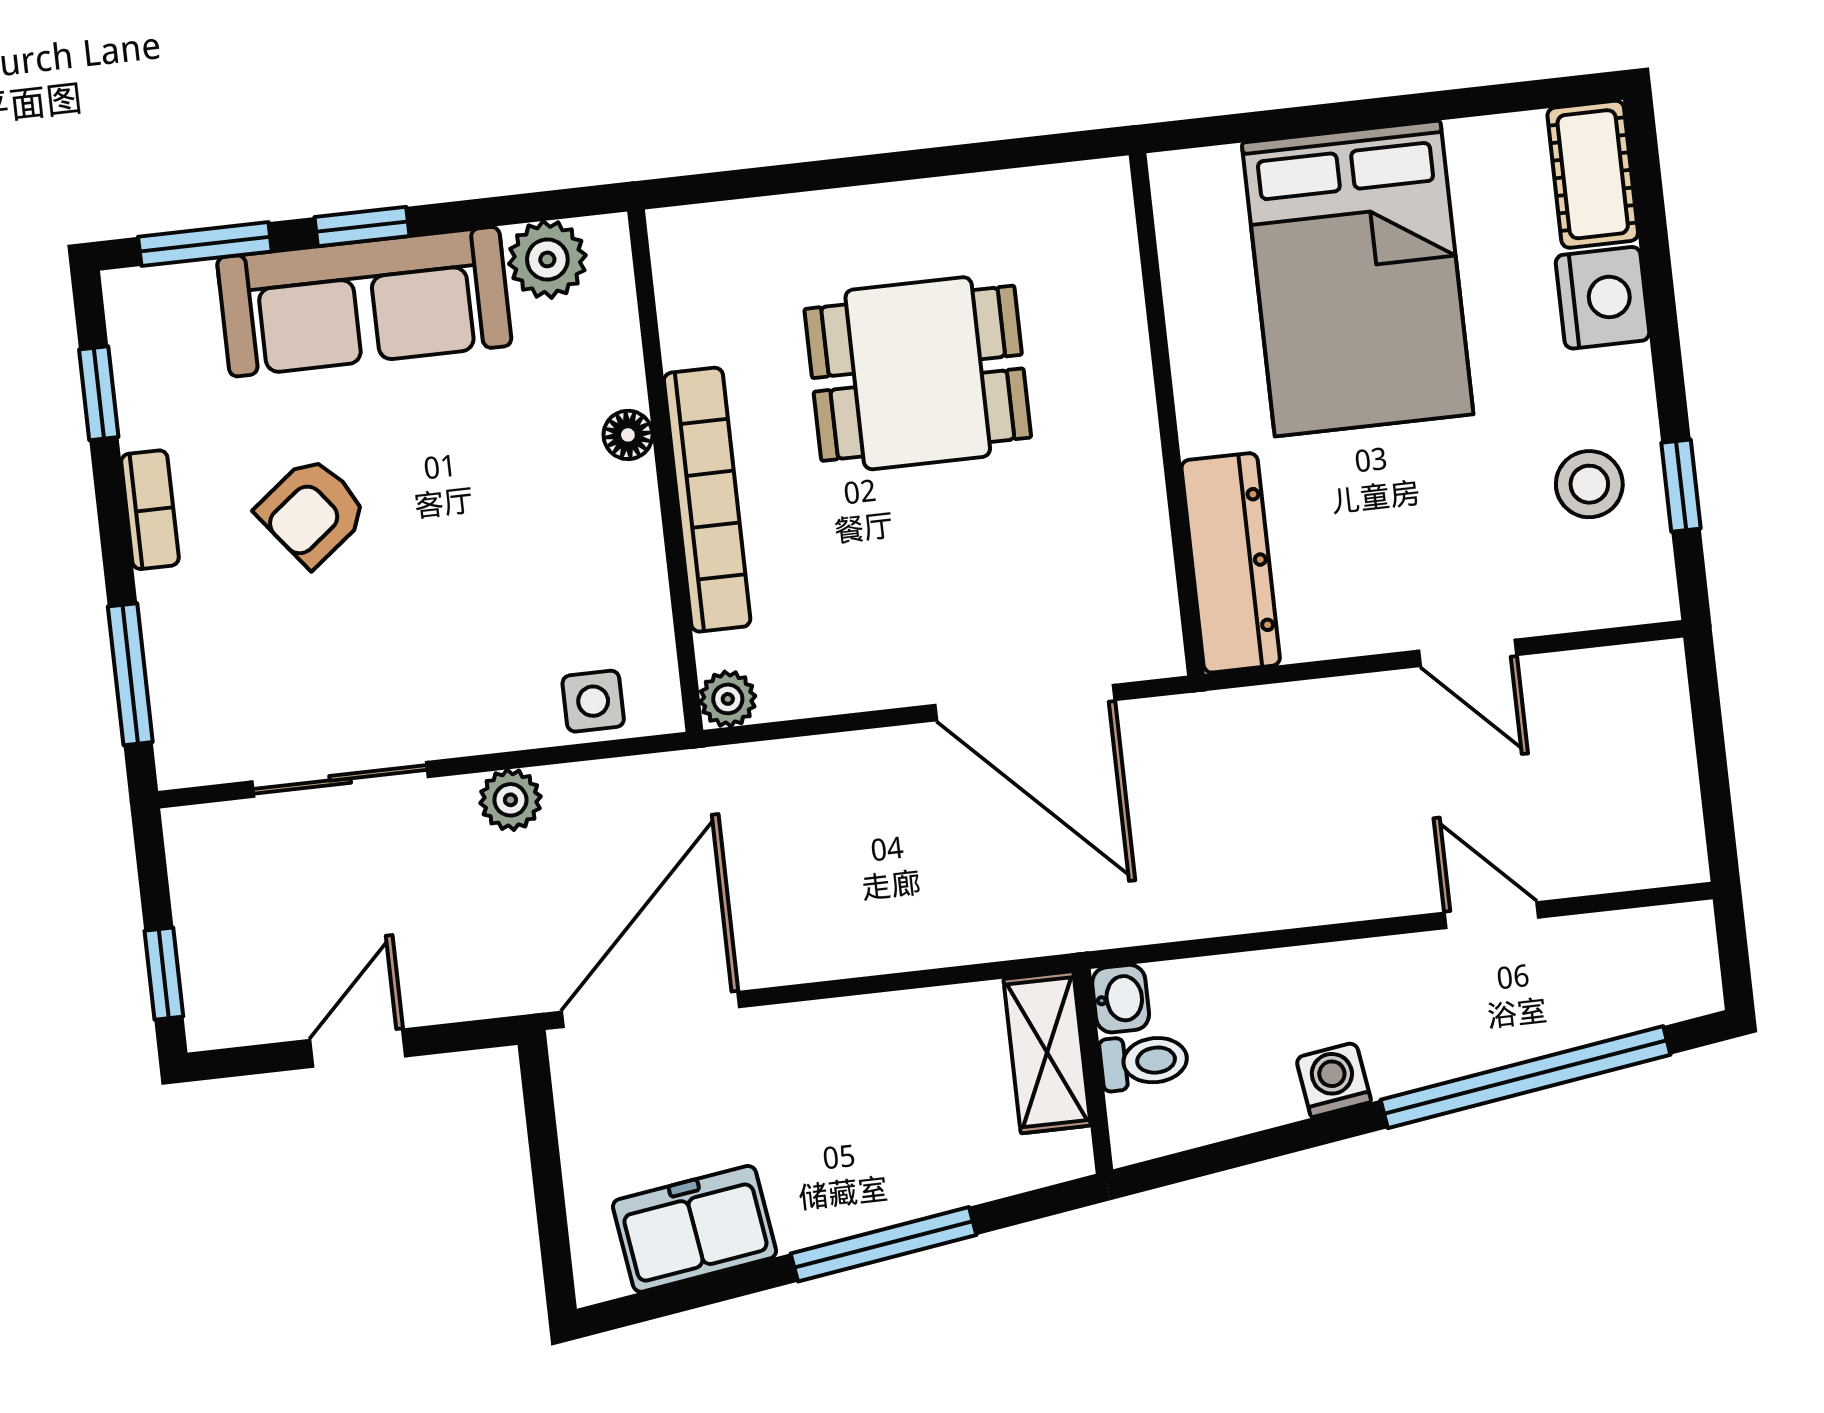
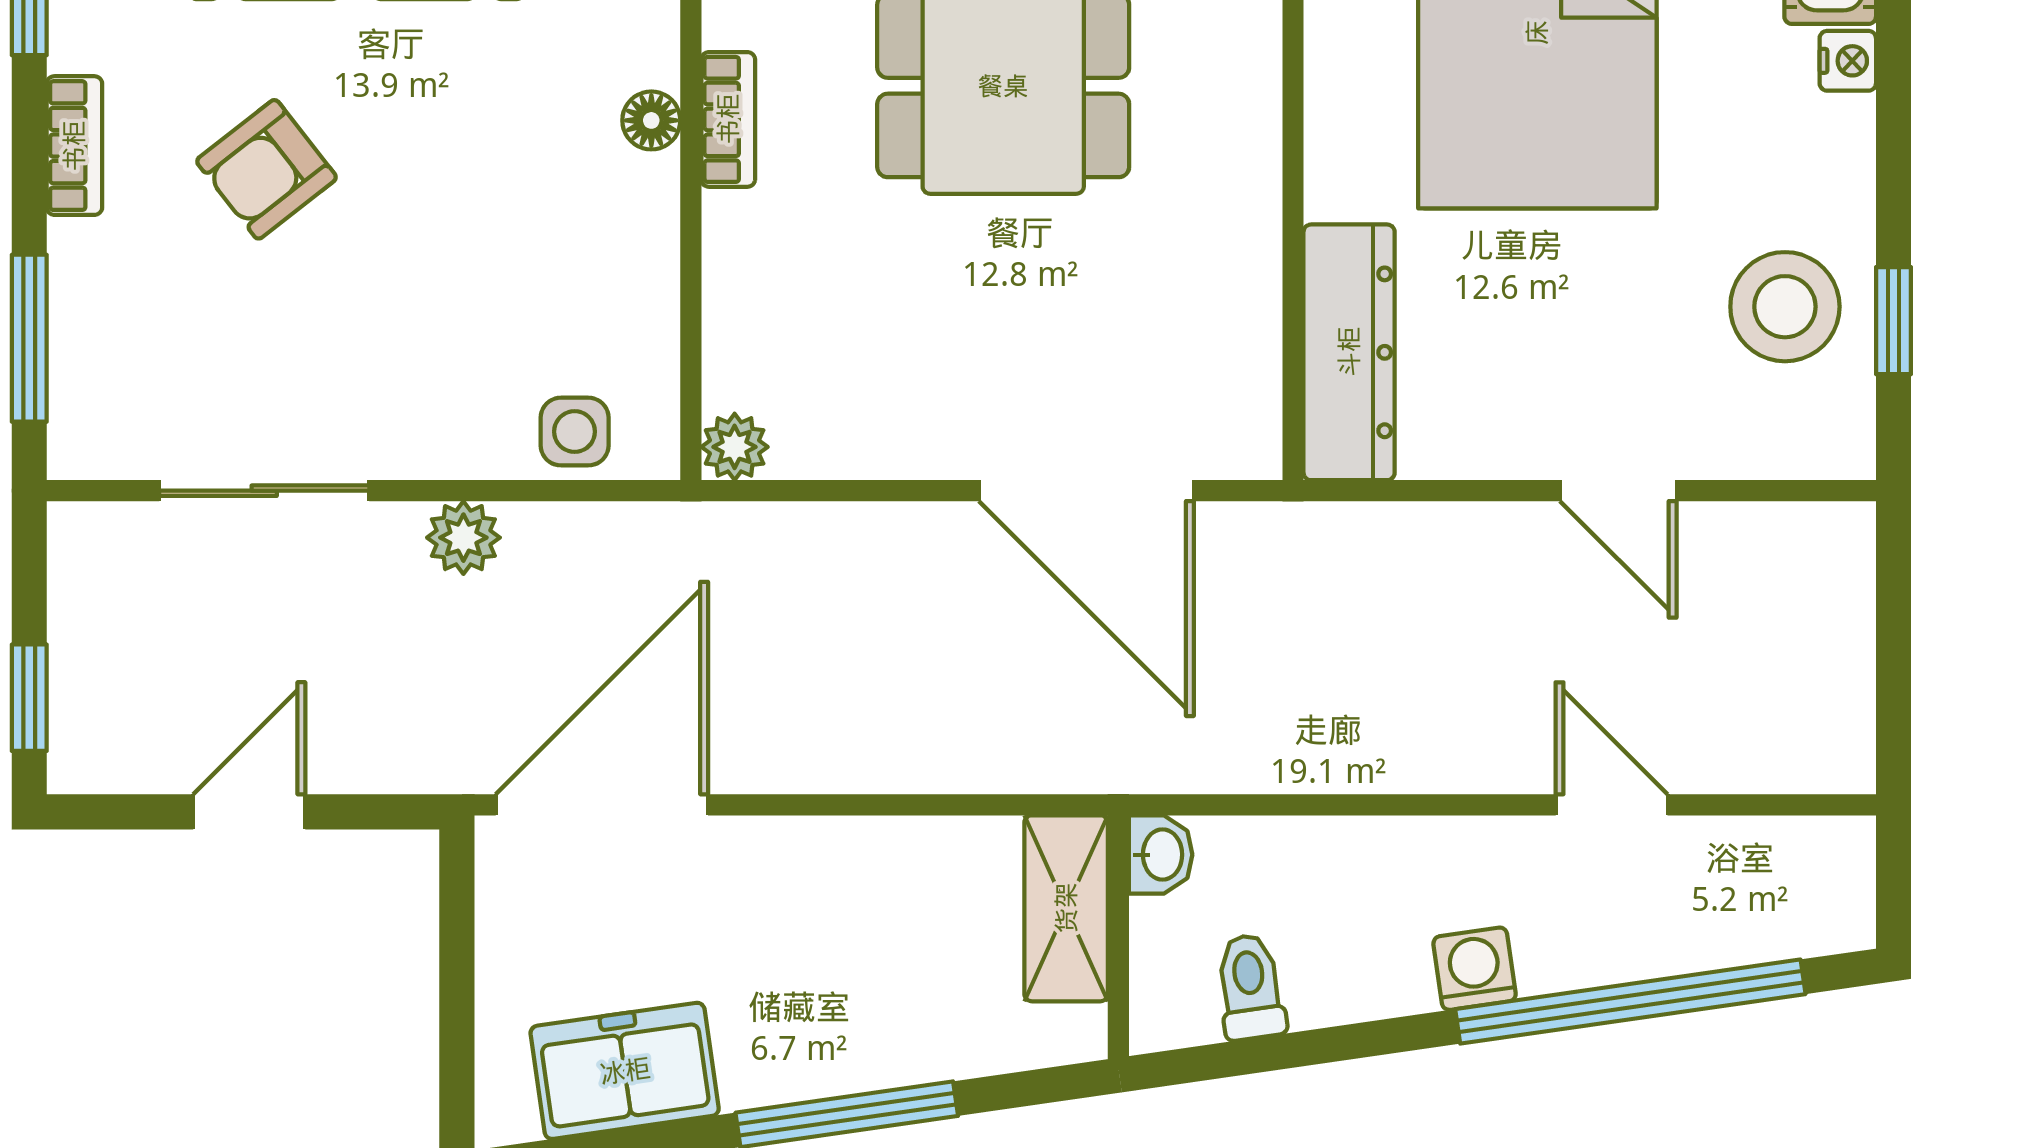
nightstand: (1603, 298) -> (1848, 61), width x0.53, depth x0.56
stool: (1589, 484) -> (1785, 307), width x1.38, depth x1.38
bookcase: (707, 500) -> (728, 119), width x0.43, depth x0.76
toilet: (1144, 1061) -> (1250, 987), moved, turned -98
washing machine: (1333, 1080) -> (1475, 969), moved

